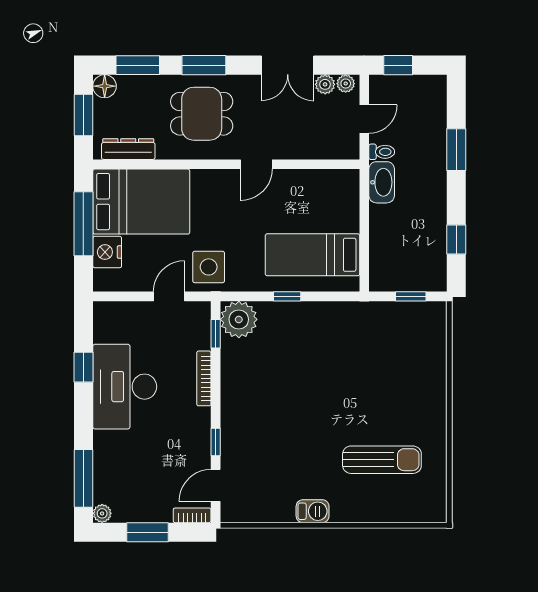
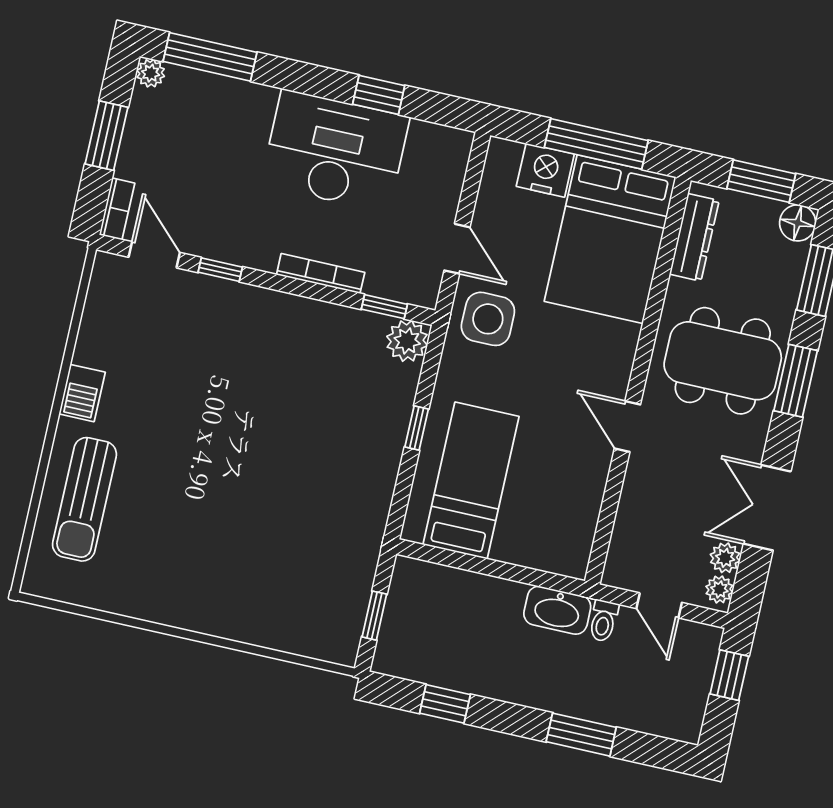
dining table: (202, 114) -> (723, 361), width x1.38
plant: (239, 319) -> (407, 341), width x0.73, depth x0.73
sun lounger: (382, 460) -> (84, 499), moved

